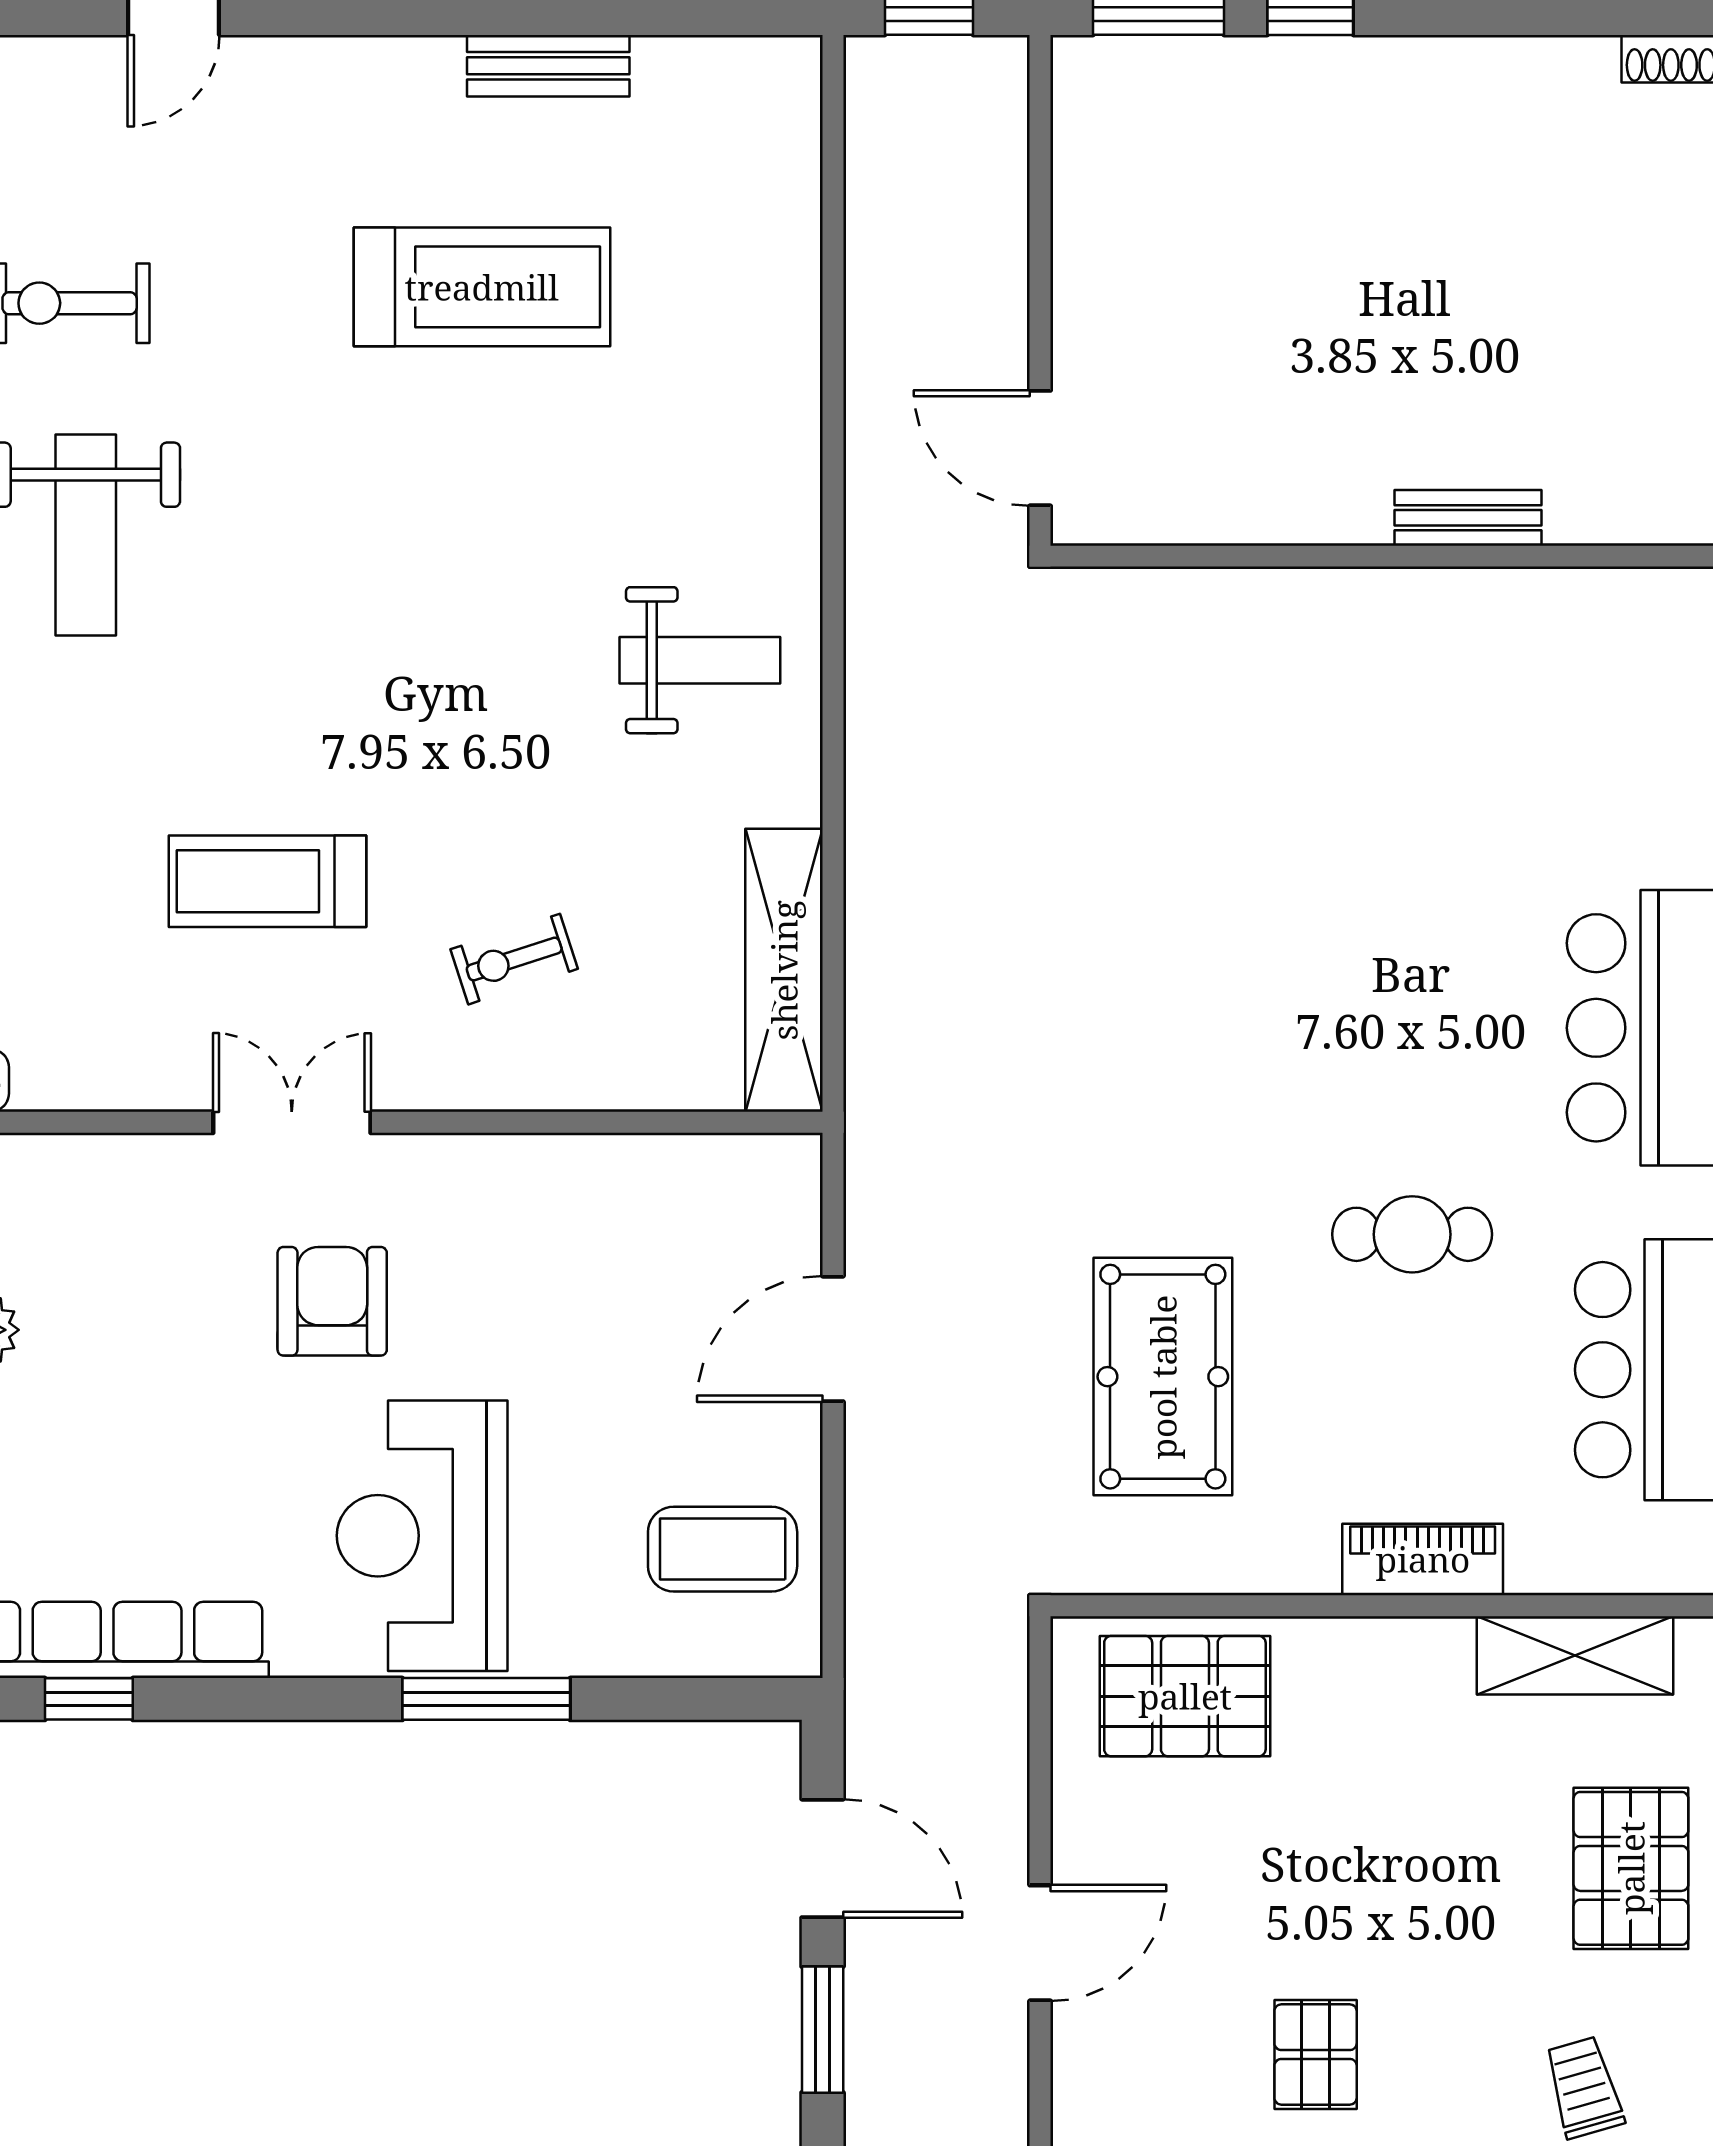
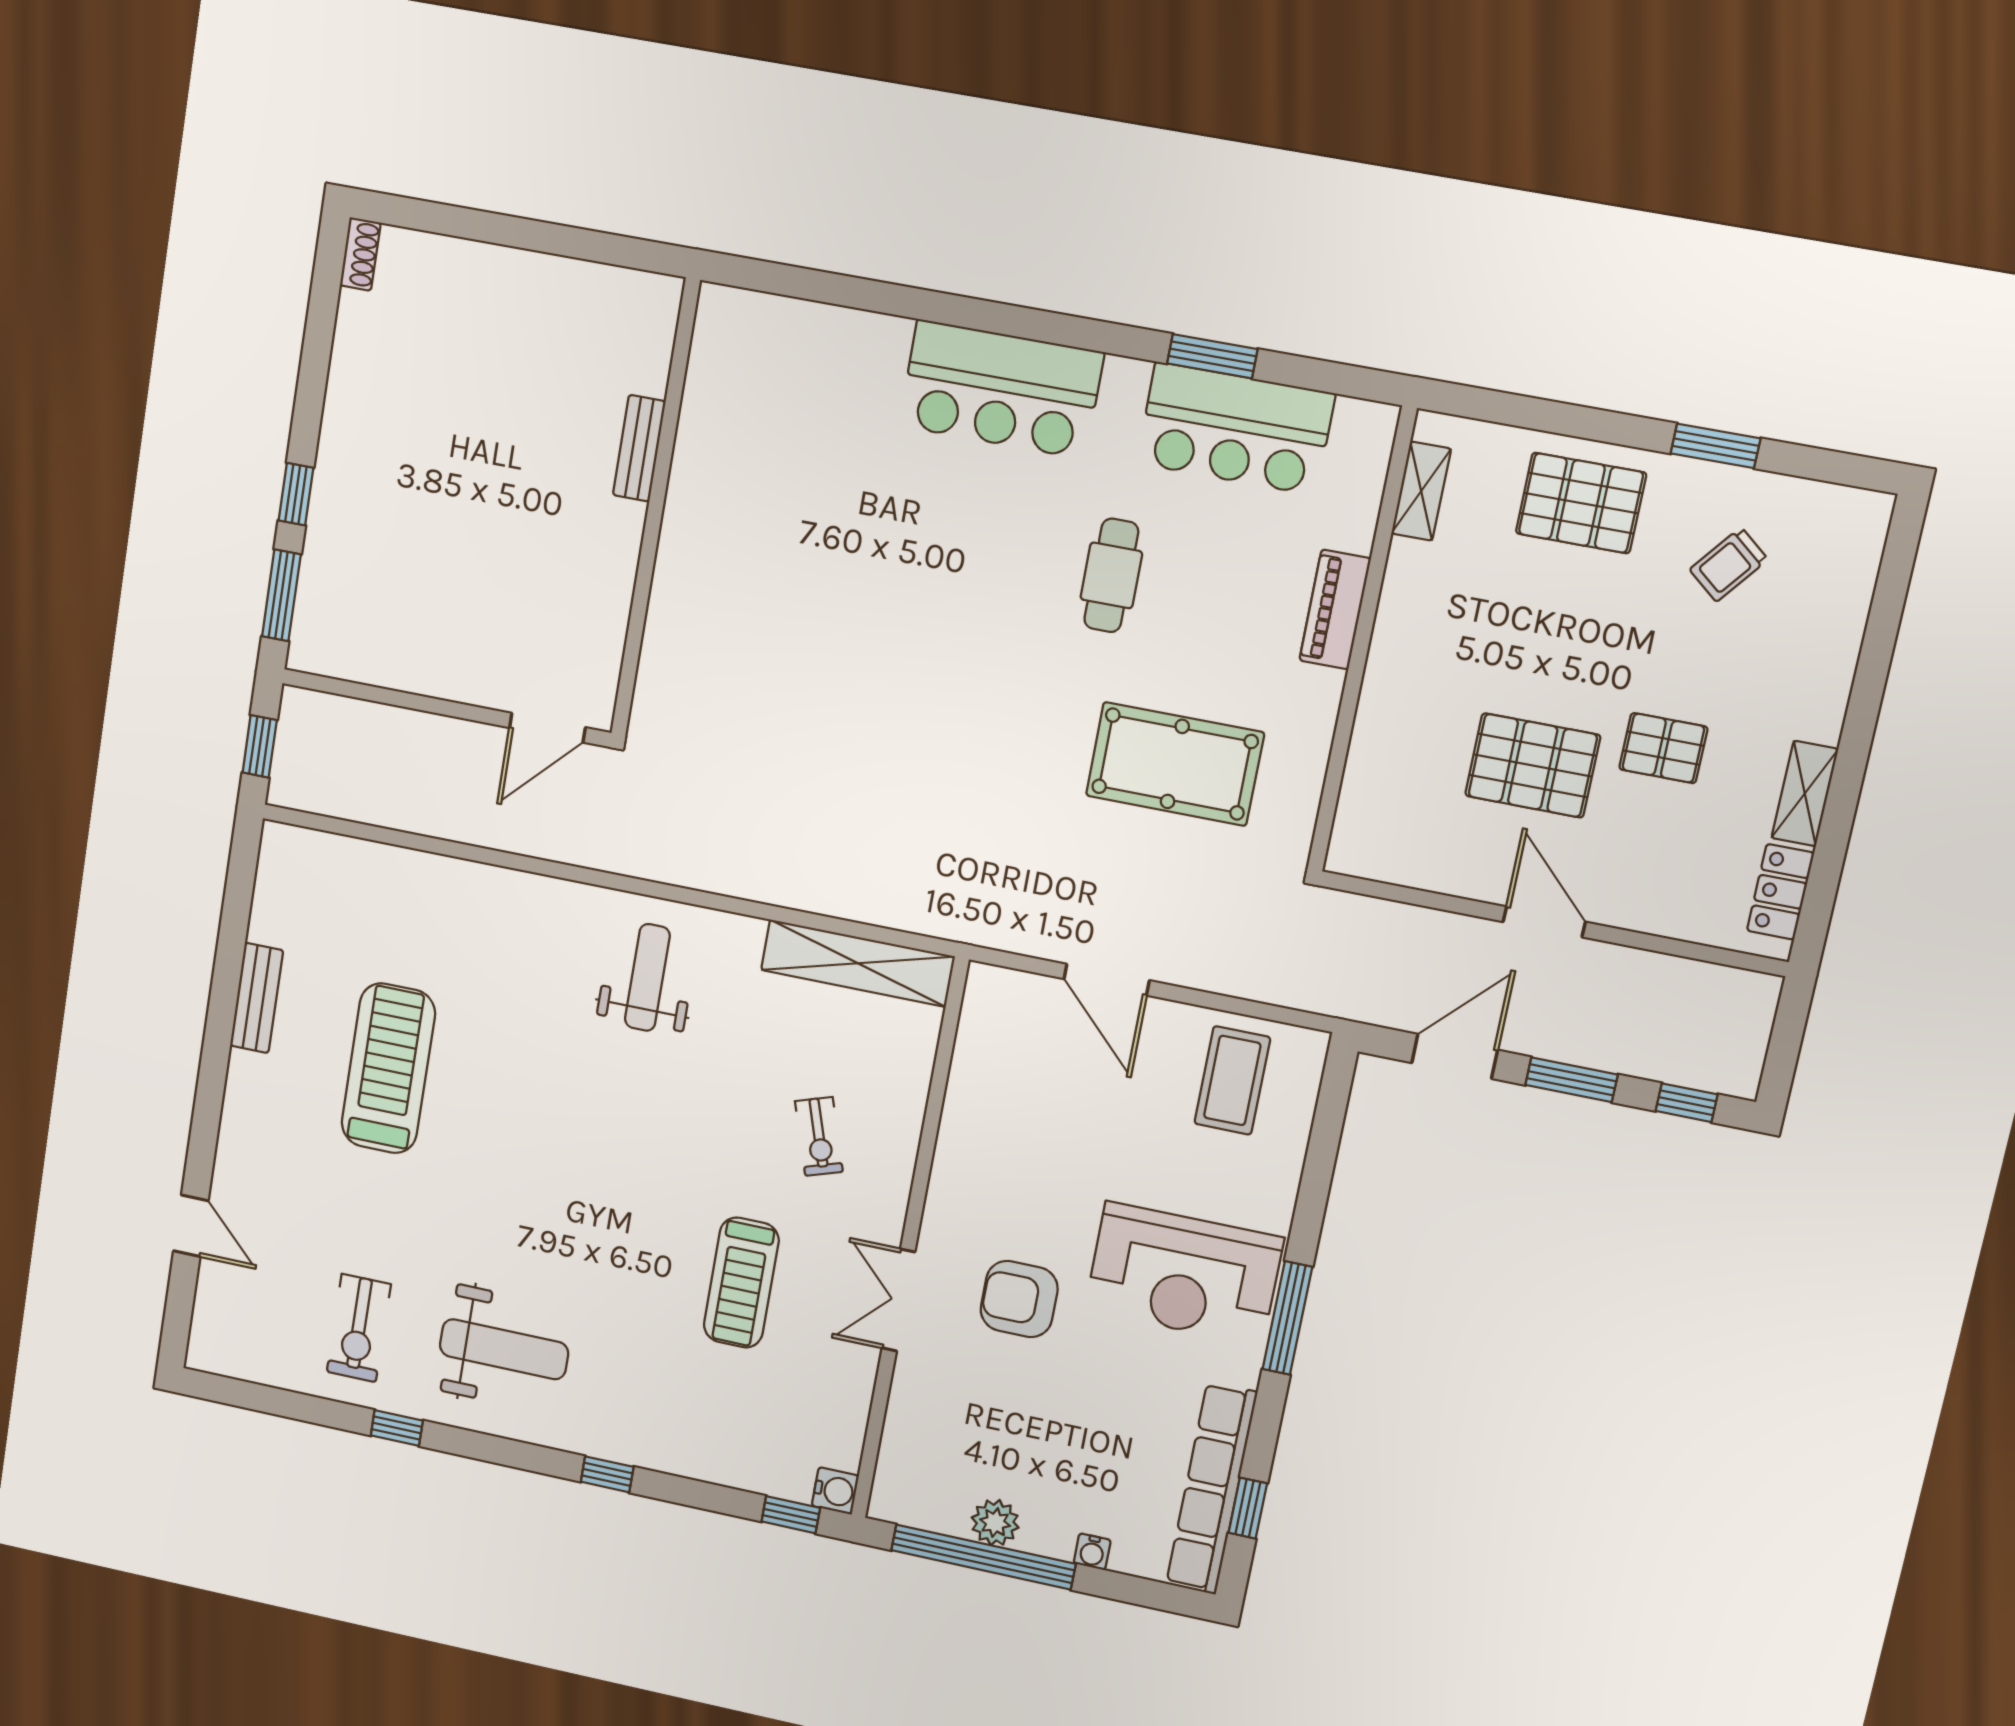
shelving: (1575, 1655) -> (1421, 491), width x0.67, depth x0.75
pallet: (1185, 1696) -> (1533, 765), moved, turned 90
window: (486, 1699) -> (1287, 1318), moved
trolley: (1584, 2087) -> (1729, 565), turned -35

